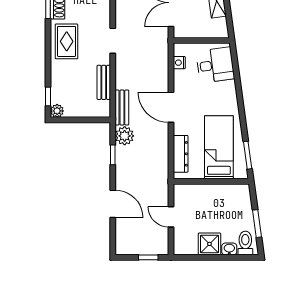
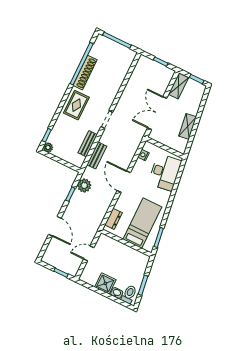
desk: (215, 65) -> (165, 172), width x1.37
bench: (122, 108) -> (97, 155), moved
dresser: (181, 154) -> (113, 219), width x0.70
door: (171, 217) -> (89, 253), hinge flipped

